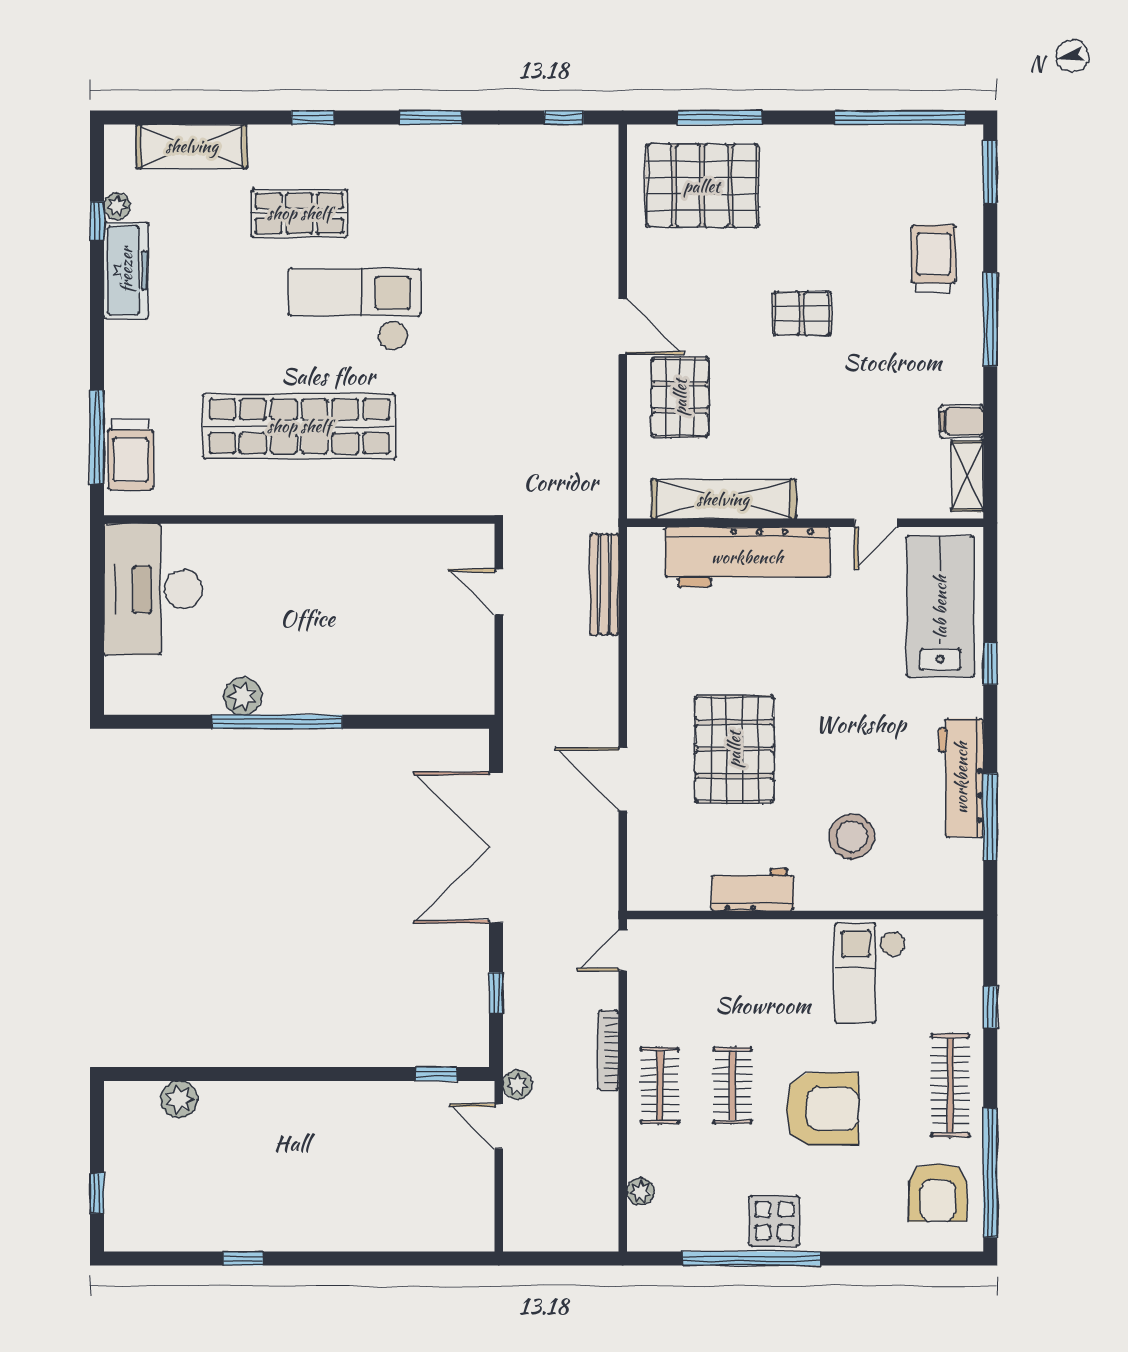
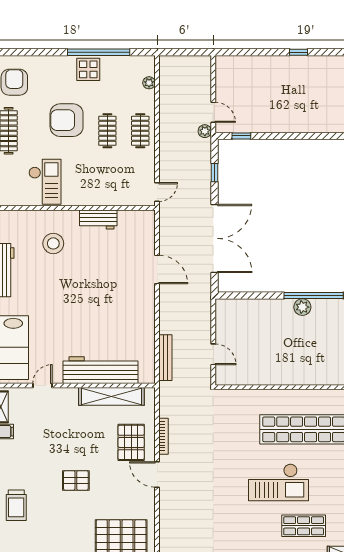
plant: (243, 696) -> (302, 307), moved
pallet: (734, 749) -> (106, 283), removed
bookcase: (608, 1050) -> (164, 436), moved
window: (243, 1258) -> (299, 52), moved

